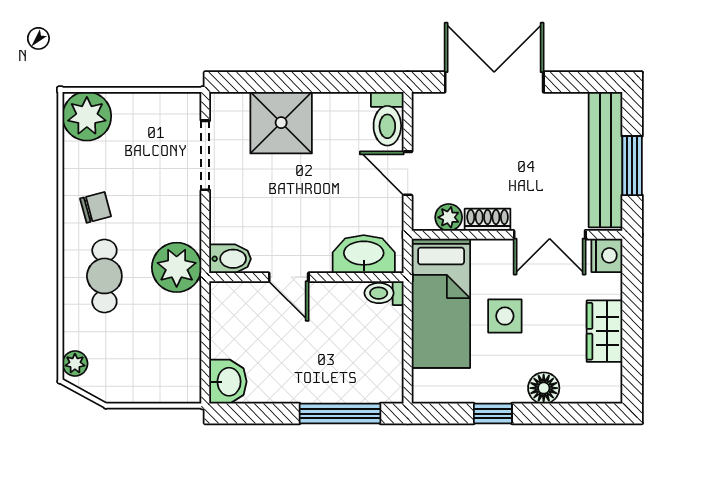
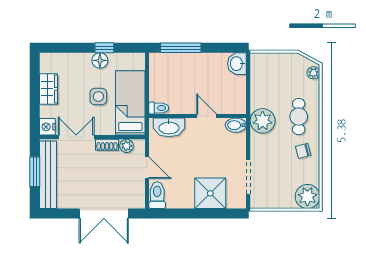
floor lamp: (544, 388) -> (100, 60), moved

